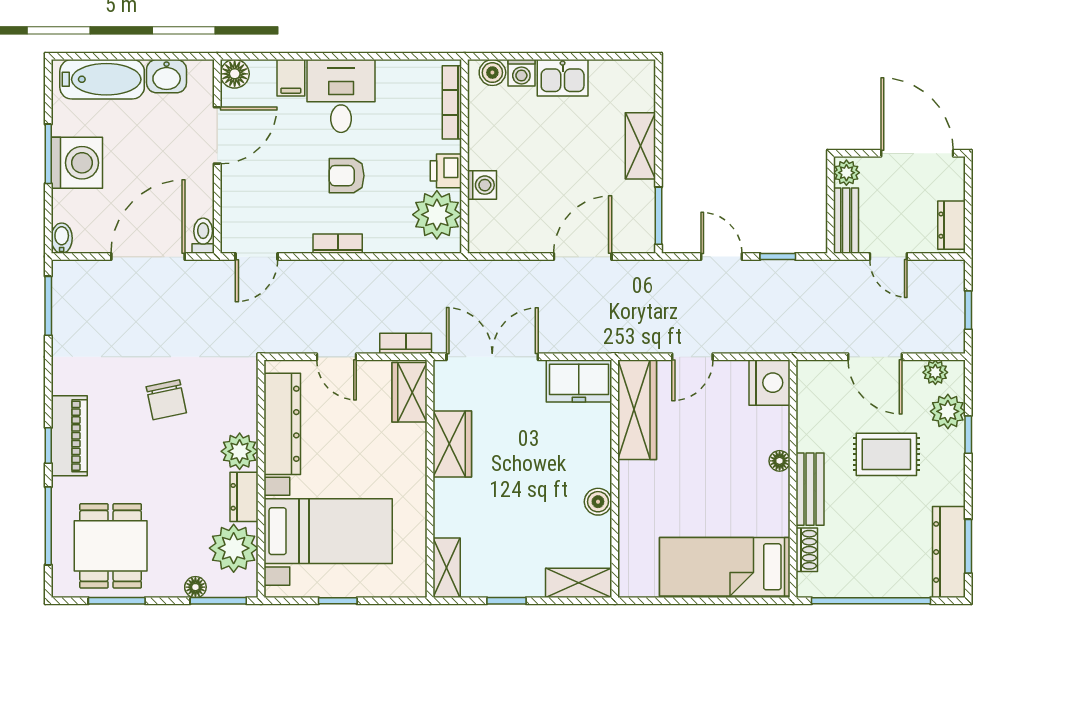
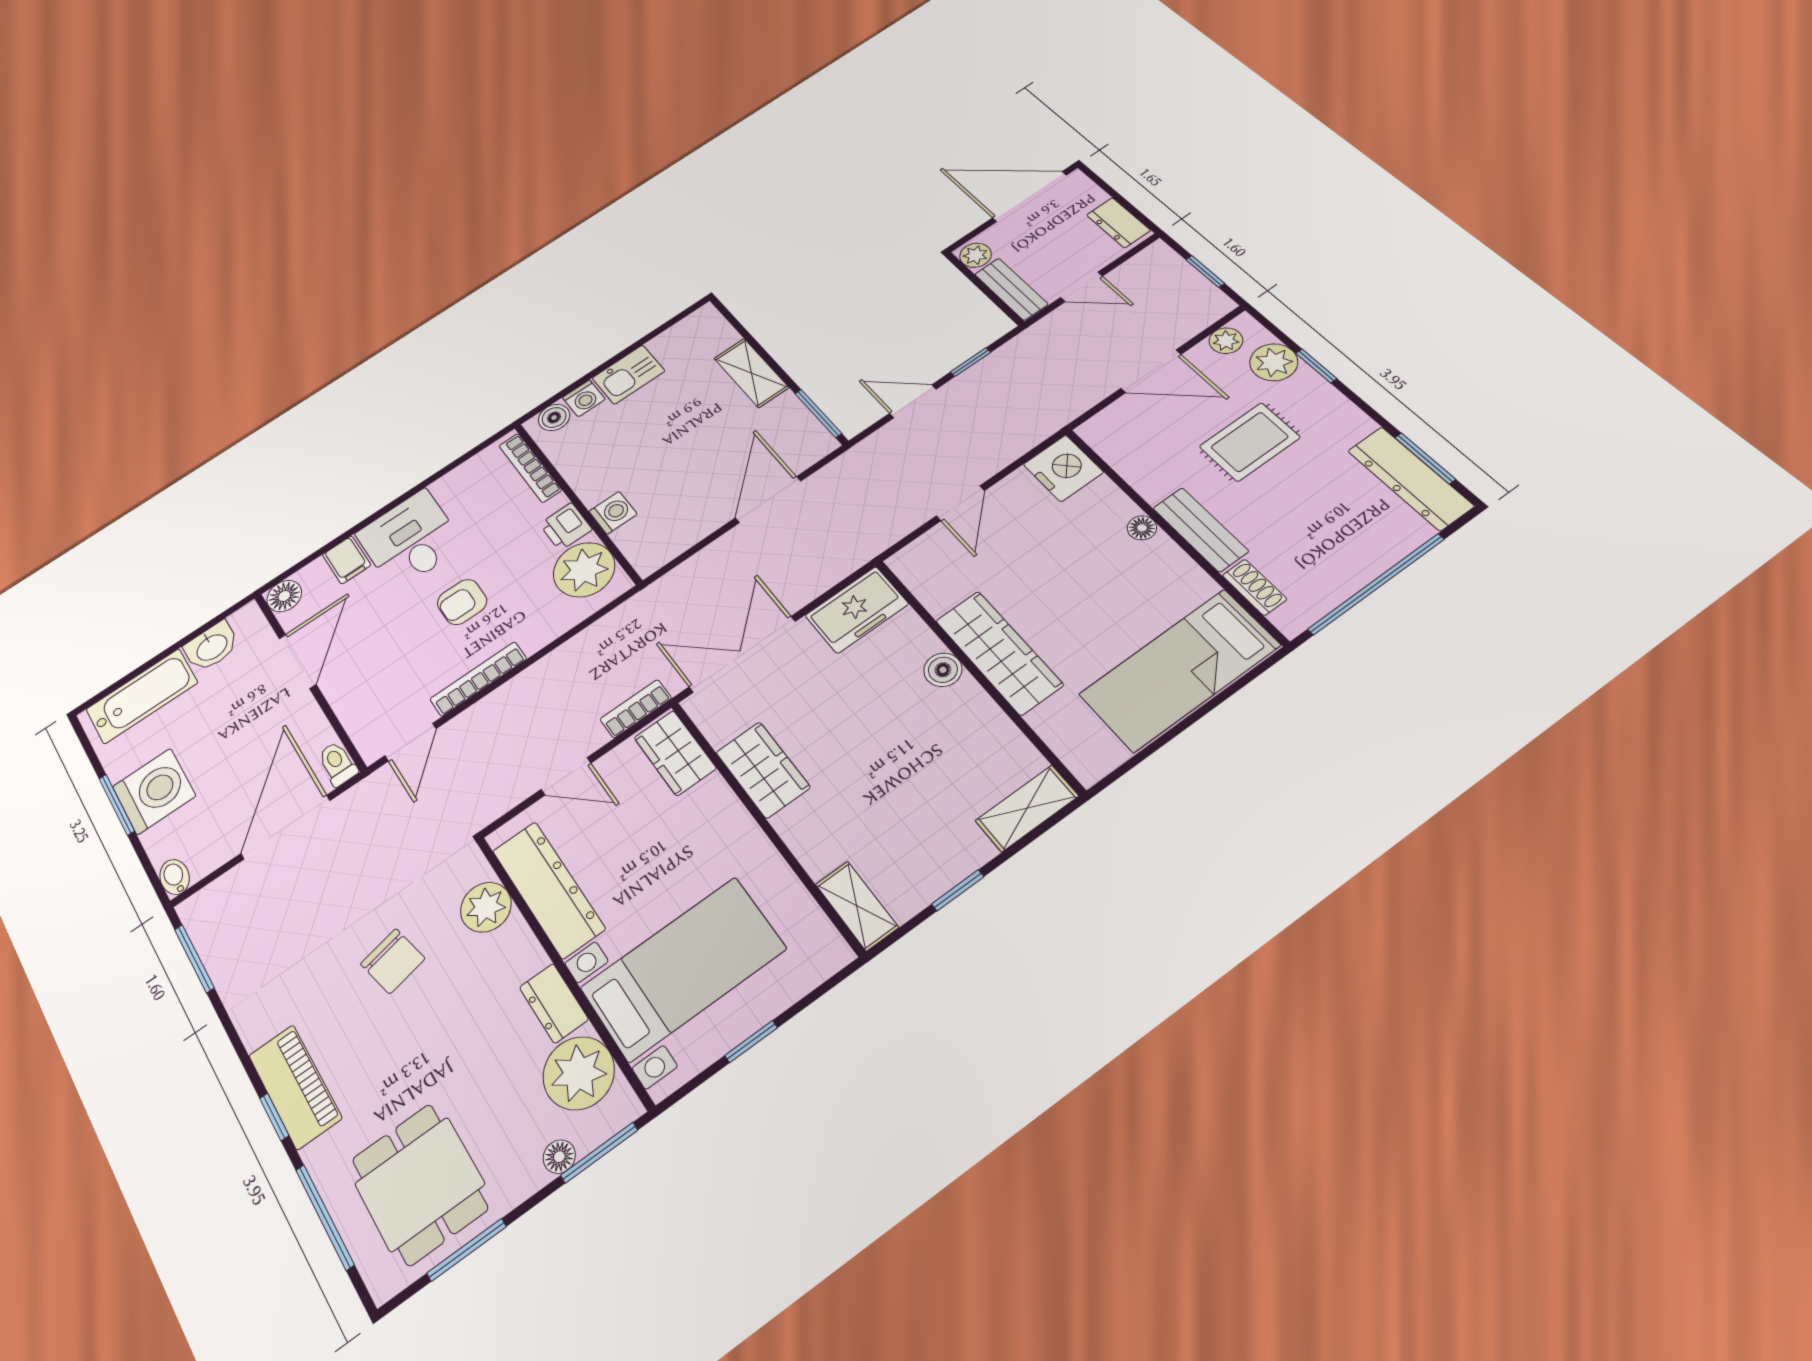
bookcase: (338, 244) -> (478, 679), width x1.56
wardrobe: (637, 410) -> (999, 653), moved
plant: (240, 451) -> (486, 907), moved
boiler: (598, 502) -> (943, 670), moved

